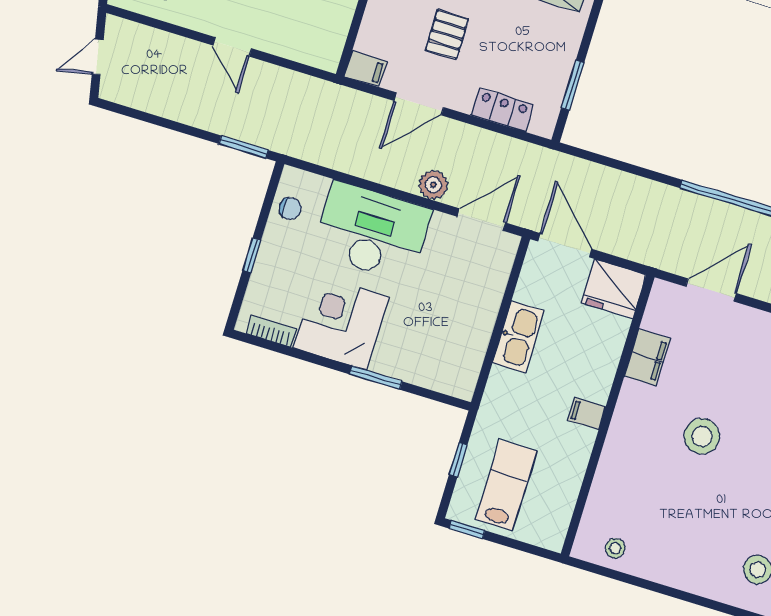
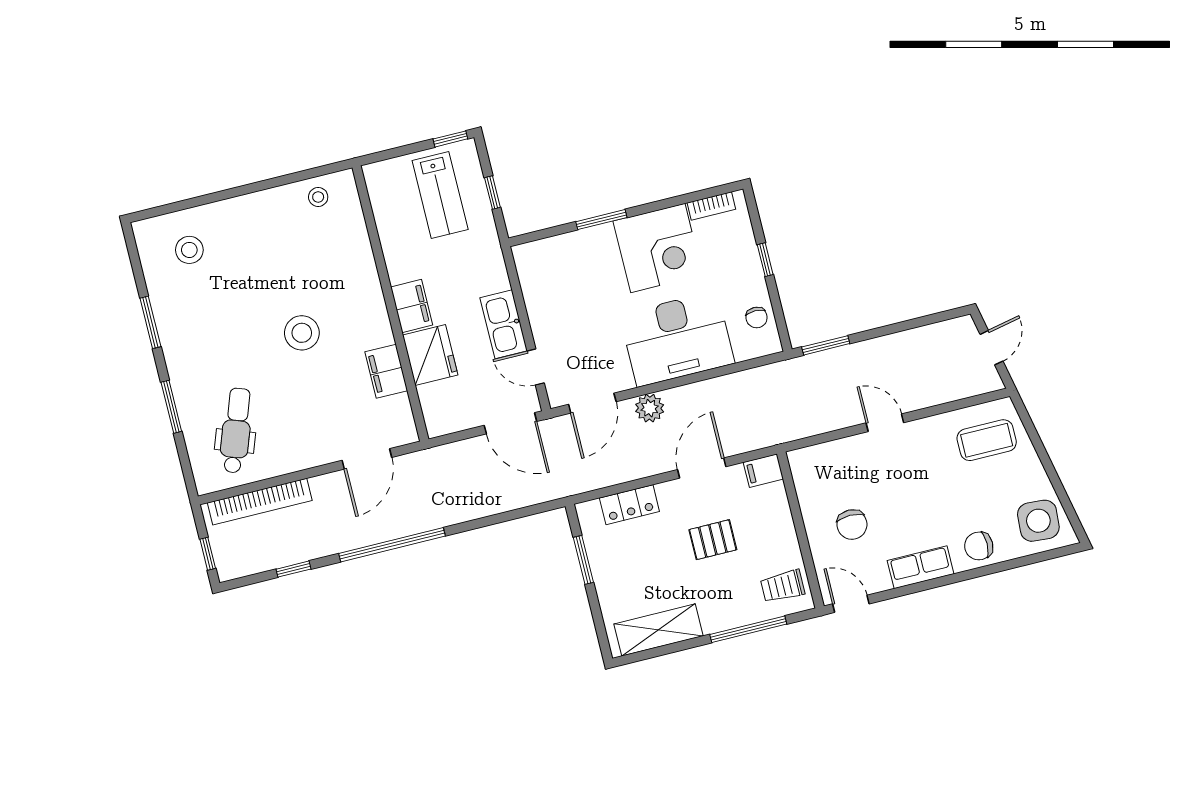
pallet: (447, 35) -> (713, 540), turned 90
chair: (290, 208) -> (757, 317), turned -90
door: (513, 282) -> (536, 367), added
fridge: (614, 289) -> (430, 355), moved, turned 90
filing cabinet: (587, 414) -> (412, 306), width x2.00

